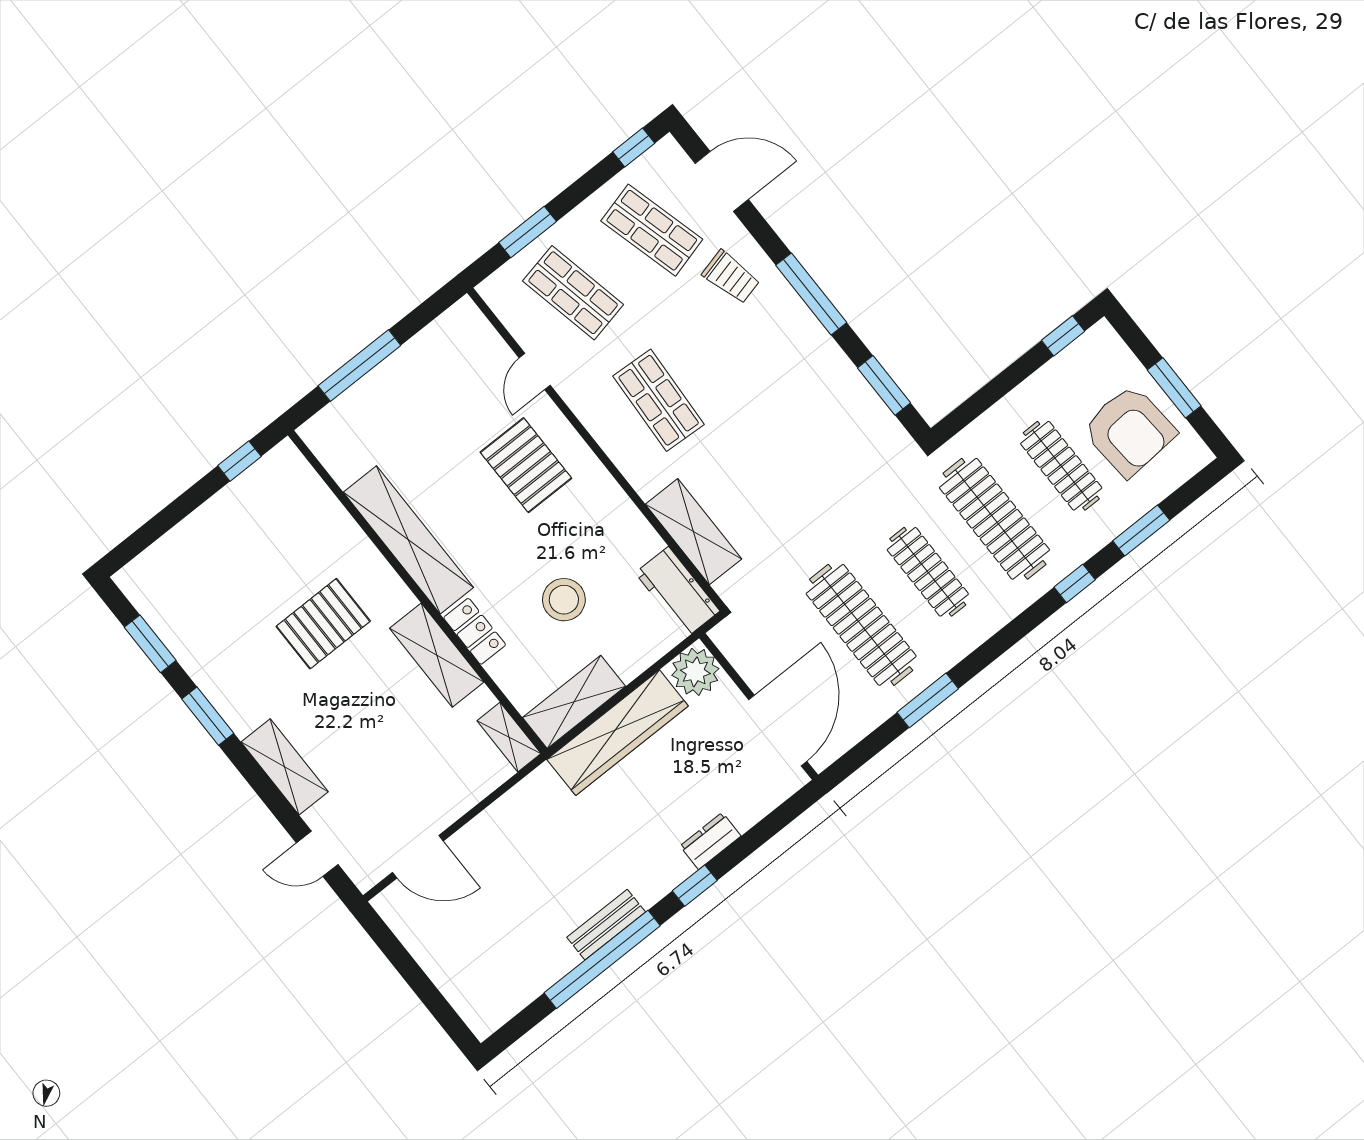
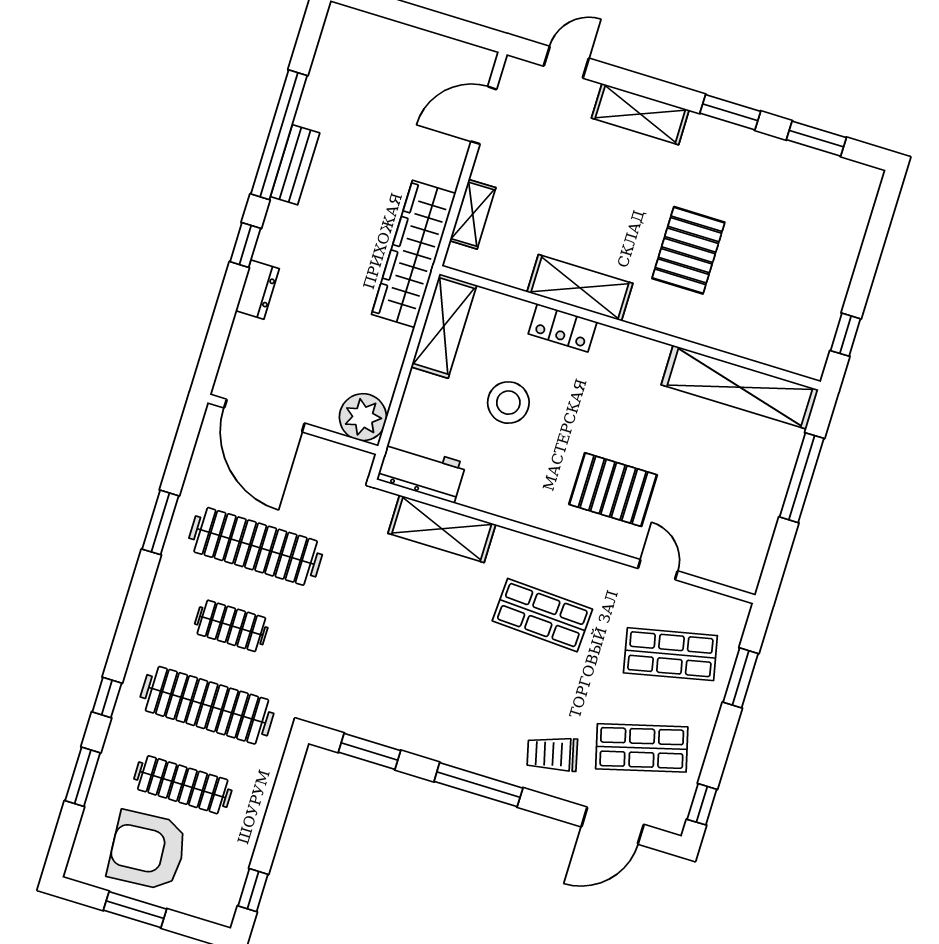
shelving: (408, 540) -> (740, 387), moved
clothes rail: (928, 572) -> (231, 626), width x0.73
wardrobe: (618, 733) -> (414, 254), moved
shelving: (509, 737) -> (473, 214), moved, turned 90

